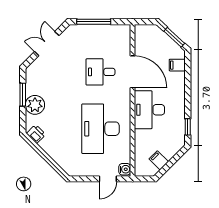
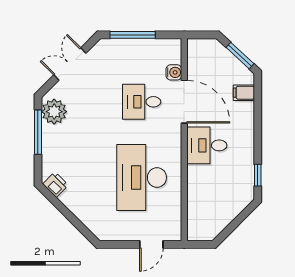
window: (23, 95) -> (38, 132), width x1.44
plant: (35, 105) -> (54, 112), moved
desk: (149, 110) -> (207, 145), width x0.73
filing cabinet: (159, 160) -> (219, 220), removed
water cooler: (125, 169) -> (174, 72), moved

